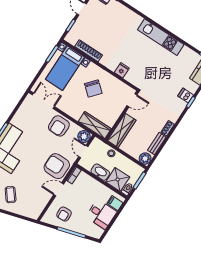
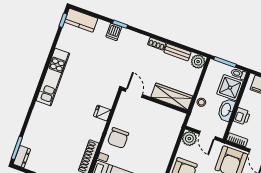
chair: (93, 89) -> (118, 138), moved, turned 139
wardrobe: (95, 125) -> (173, 129), removed
door: (83, 152) -> (207, 135), hinge flipped
printer: (92, 184) -> (242, 116), added

